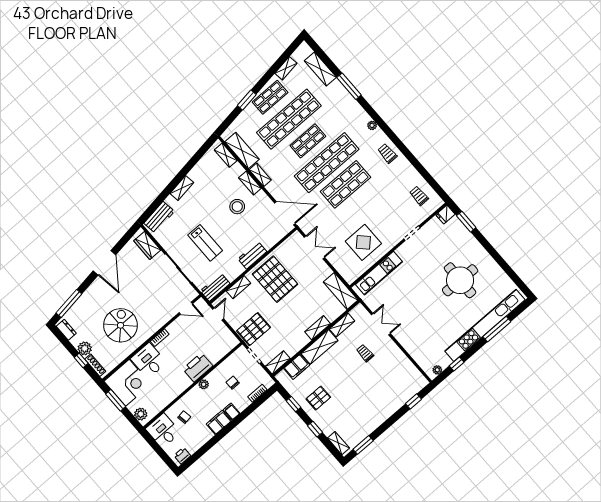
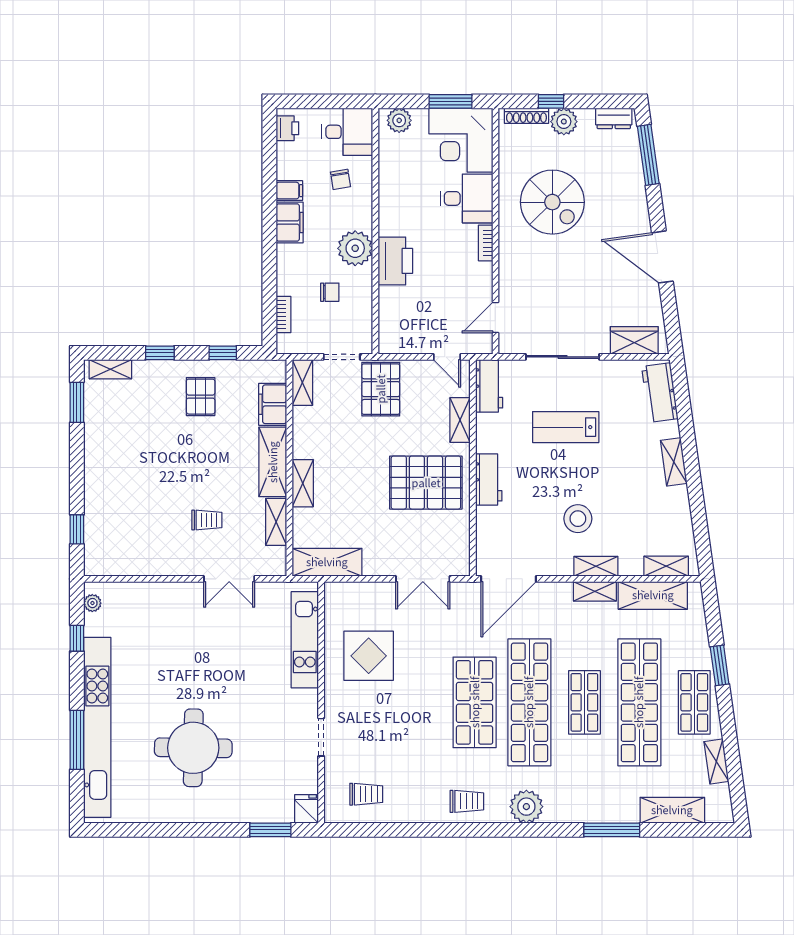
plant: (372, 125) -> (526, 807), width x1.87, depth x1.87
plant: (204, 384) -> (355, 248), width x1.87, depth x1.87
filing cabinet: (232, 412) -> (289, 191), moved

